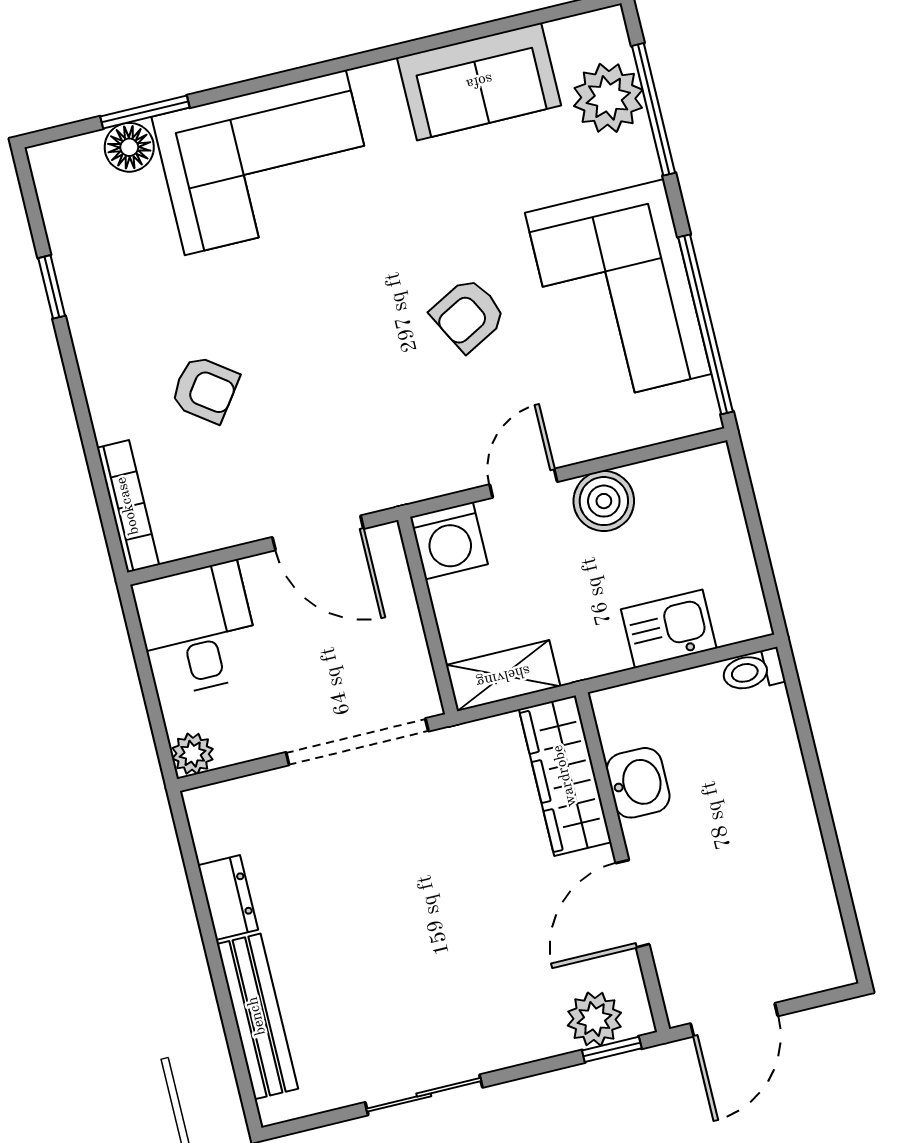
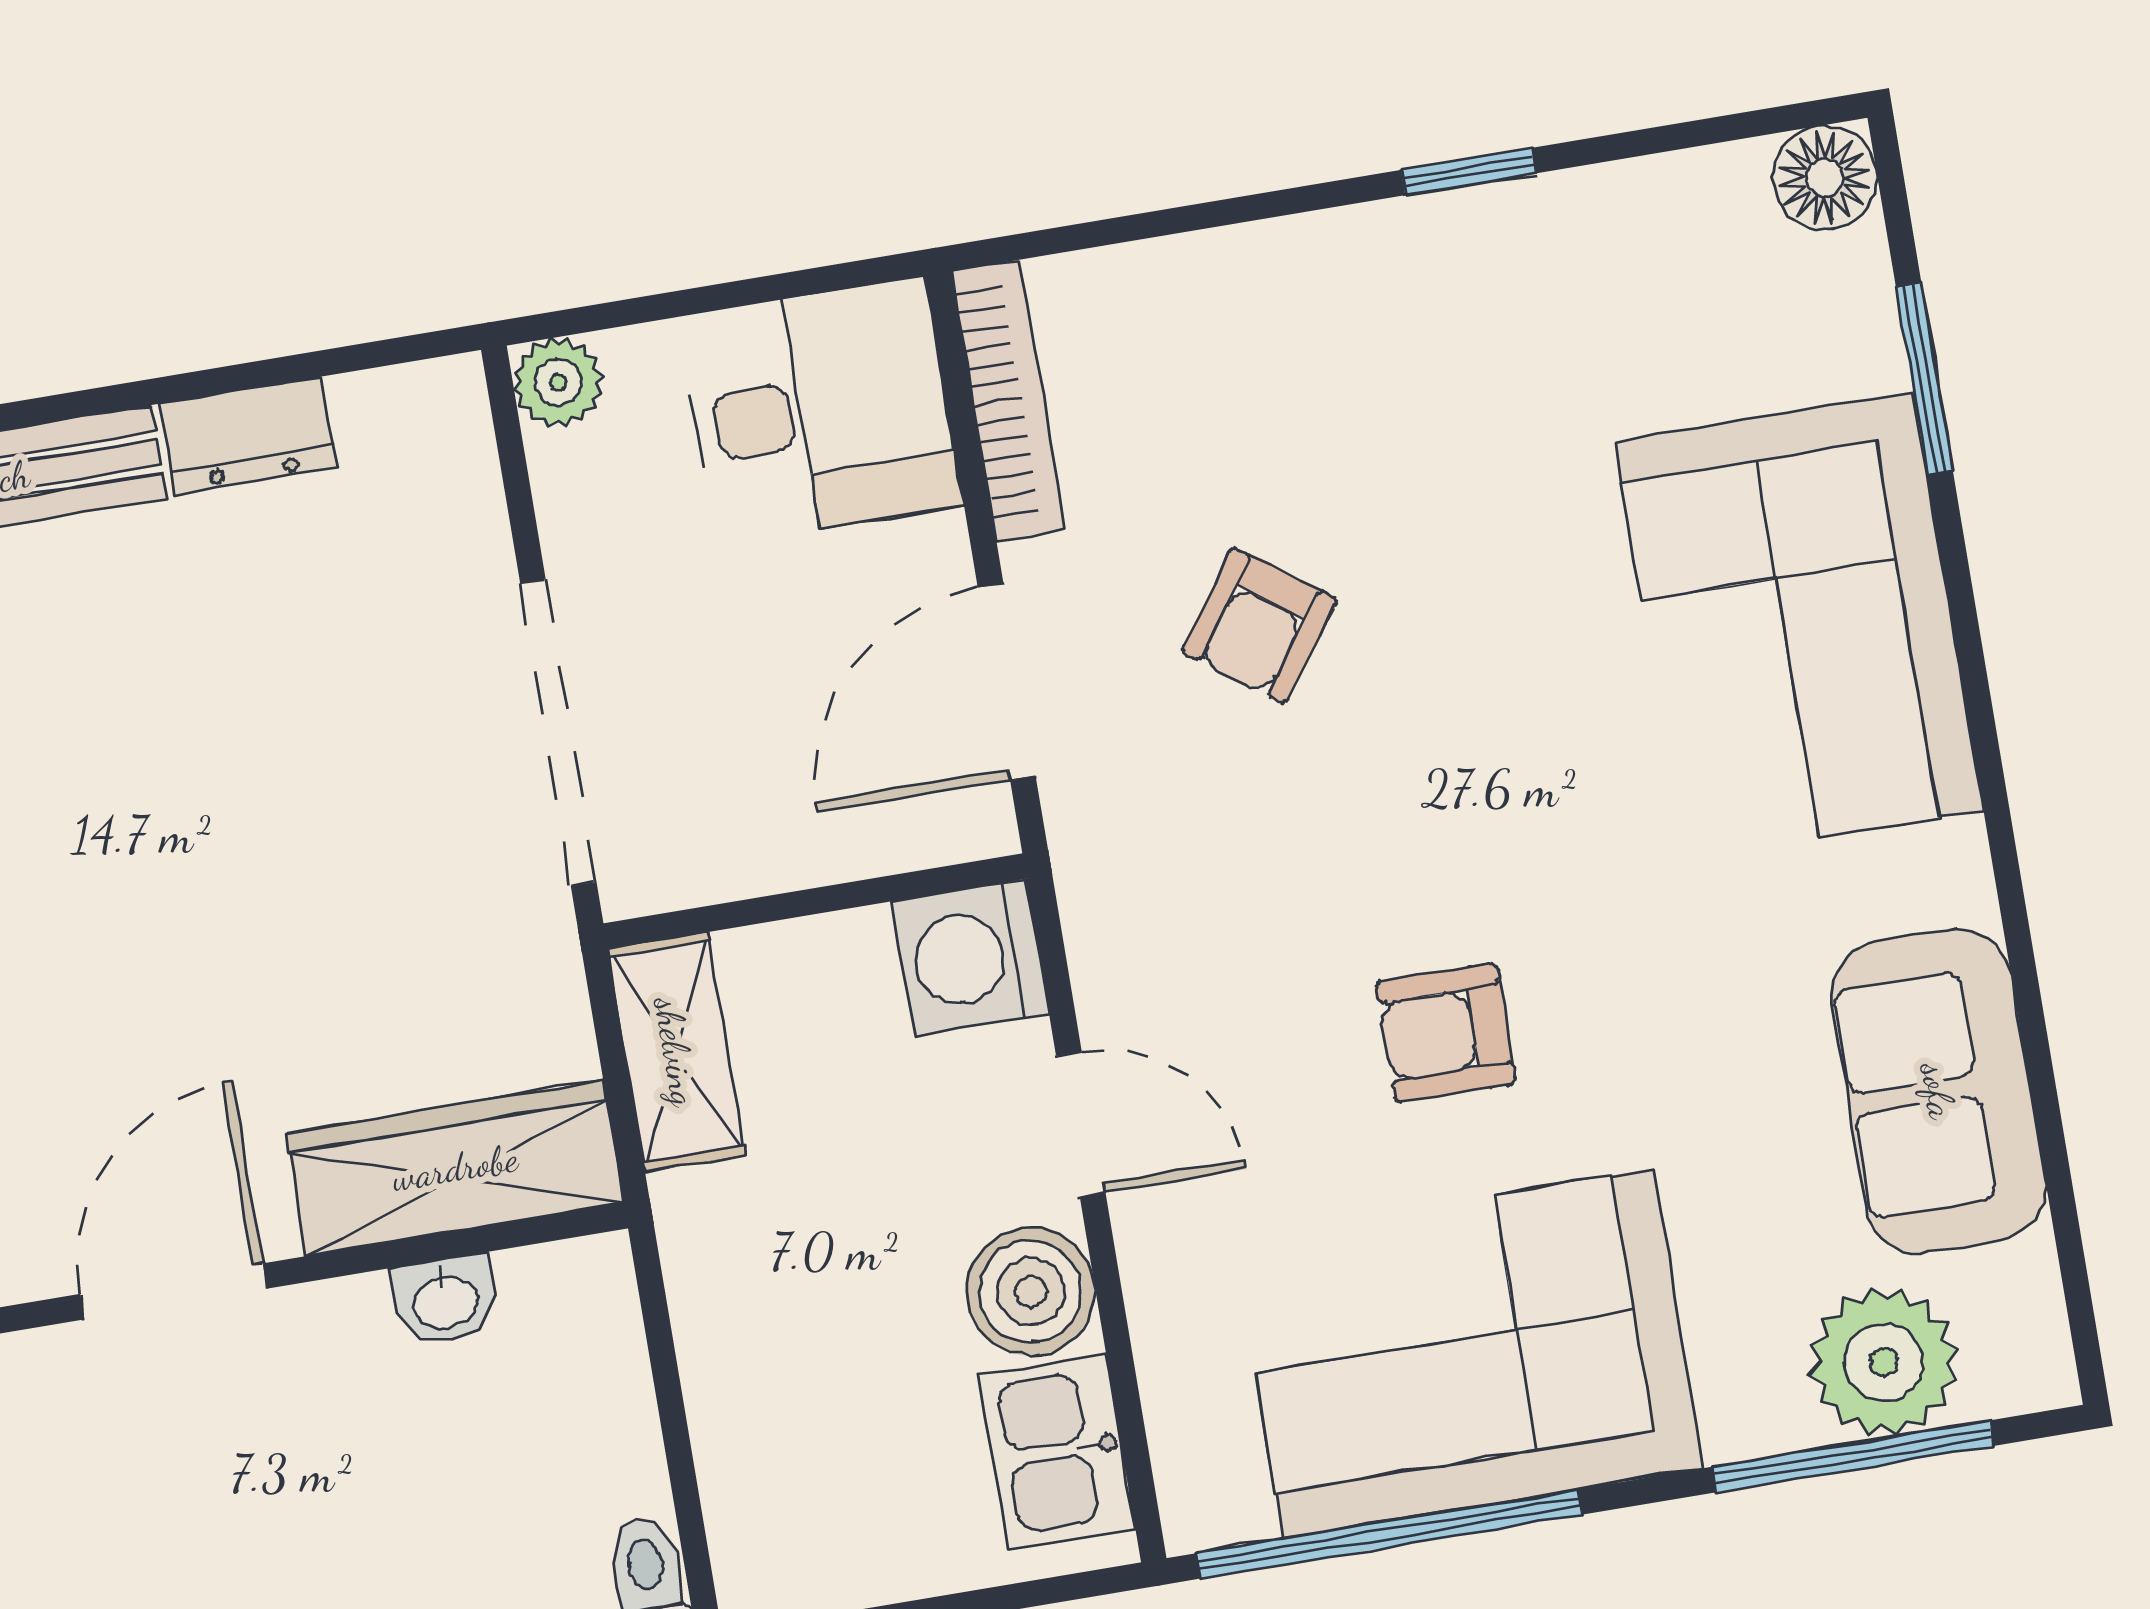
floor lamp: (129, 147) -> (1825, 178), moved
window: (52, 287) -> (1469, 172), moved
armchair: (468, 315) -> (1446, 1033), turned -62
armchair: (205, 389) -> (1259, 625), moved
bookcase: (128, 506) -> (1008, 400), moved, turned -90
kitchen sink: (669, 629) -> (1057, 1451), moved, turned 180
washbasin: (638, 783) -> (445, 1300), width x0.72, depth x0.69
door: (633, 904) -> (174, 1291), hinge flipped

